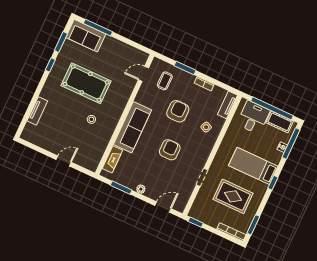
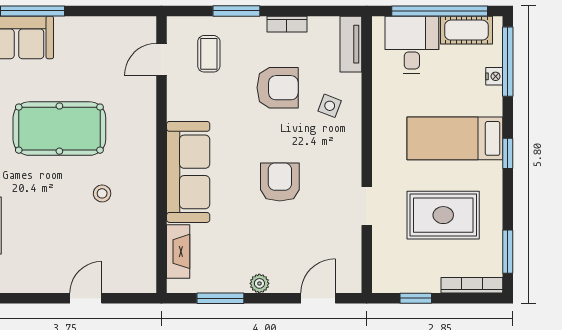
armchair: (178, 111) -> (278, 88), moved, turned 90
window: (196, 222) -> (416, 298), moved

